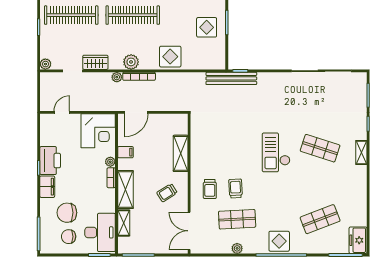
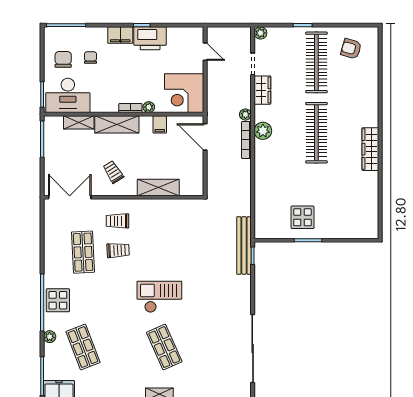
display table: (170, 57) -> (269, 176), removed
shop shelf: (320, 148) -> (164, 347), turned -42
chair: (67, 213) -> (90, 57), width x0.54, depth x0.54
plant: (237, 248) -> (50, 337), moved

